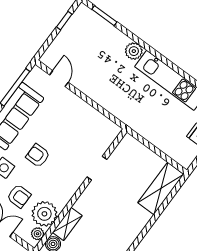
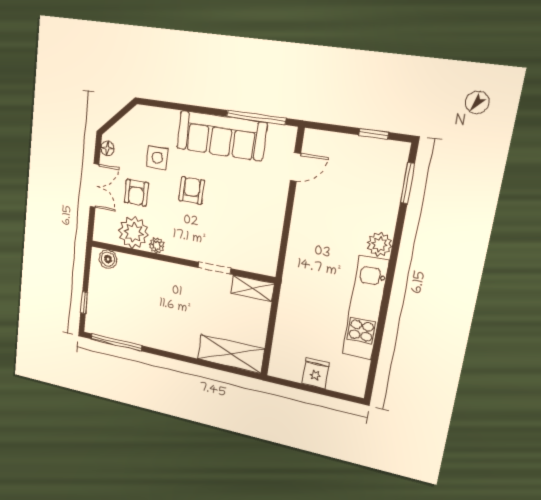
shelving: (67, 224) -> (253, 288), moved
plant: (38, 234) -> (157, 245), moved

